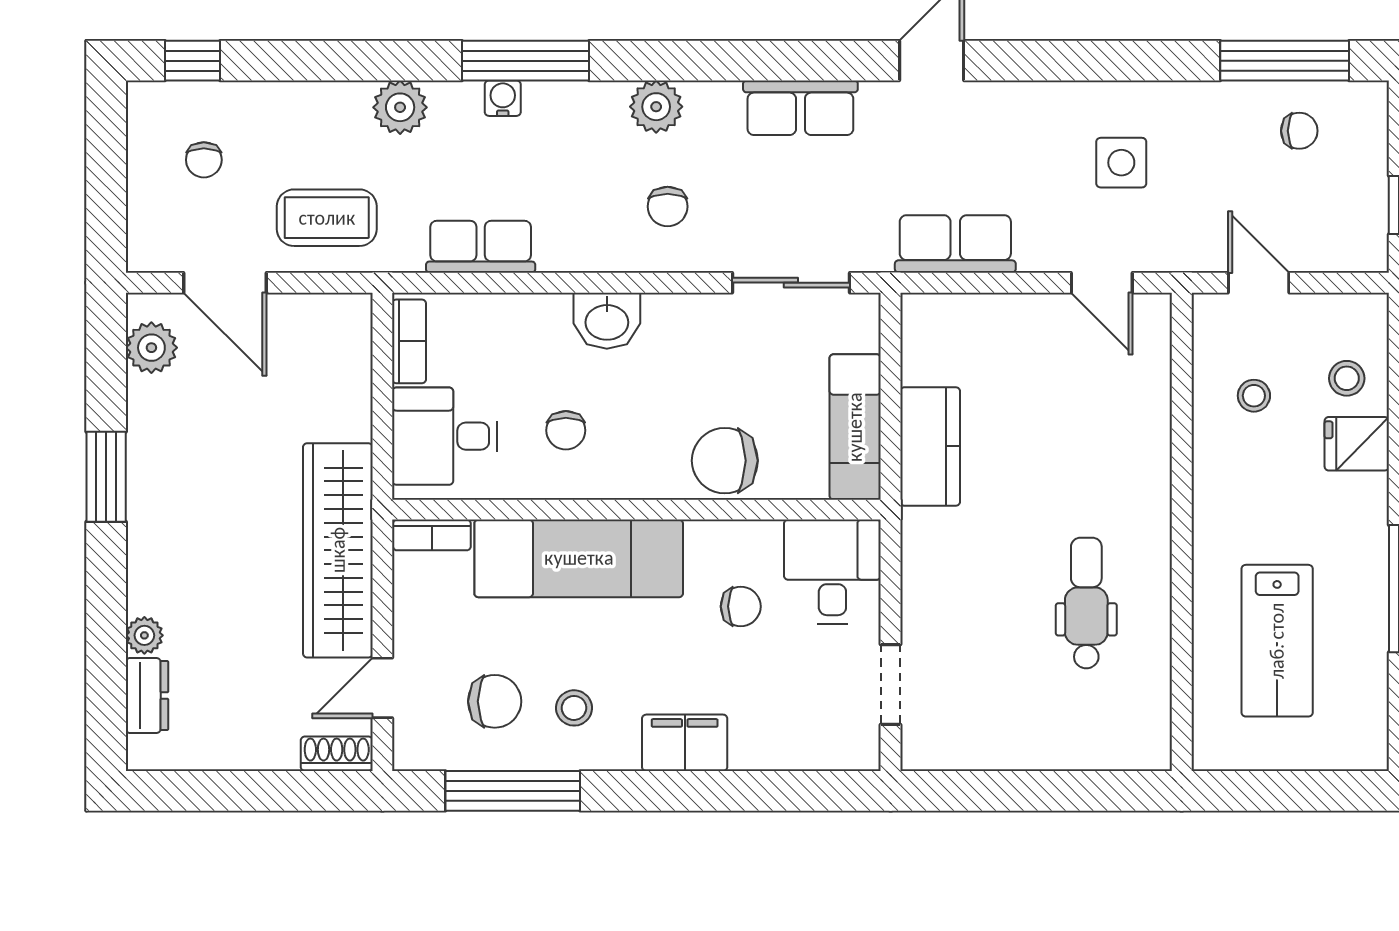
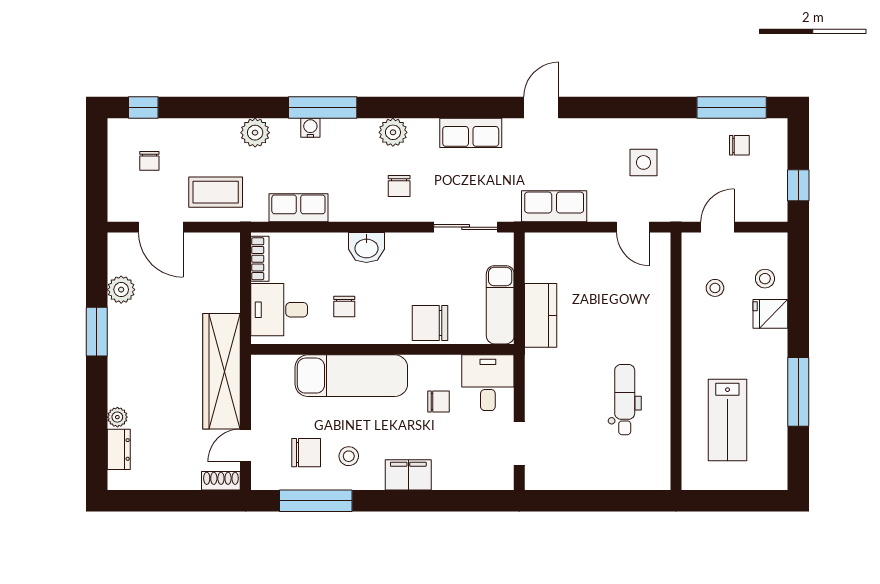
door: (1259, 283) -> (718, 227), hinge flipped
plant: (151, 348) -> (121, 290), moved
bookcase: (432, 535) -> (272, 363), removed

